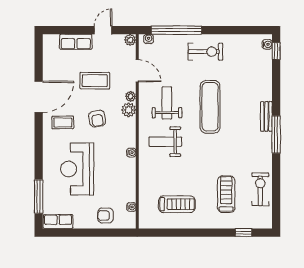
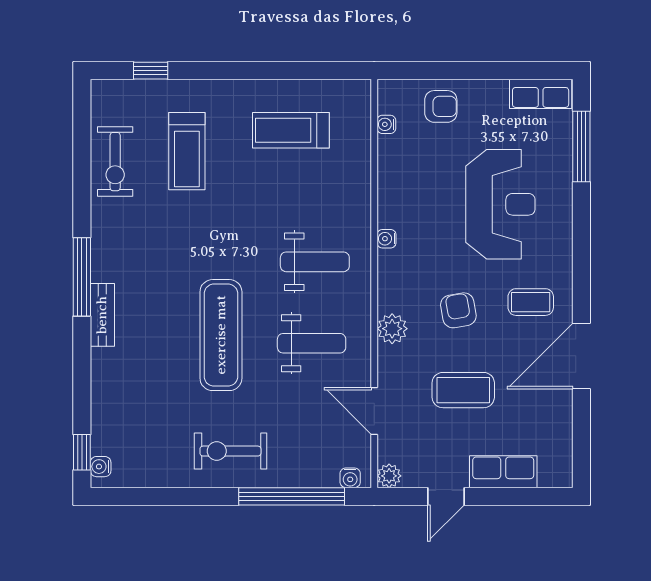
plant: (131, 96) -> (388, 357), removed
weight bench: (167, 103) -> (312, 343), turned -90

